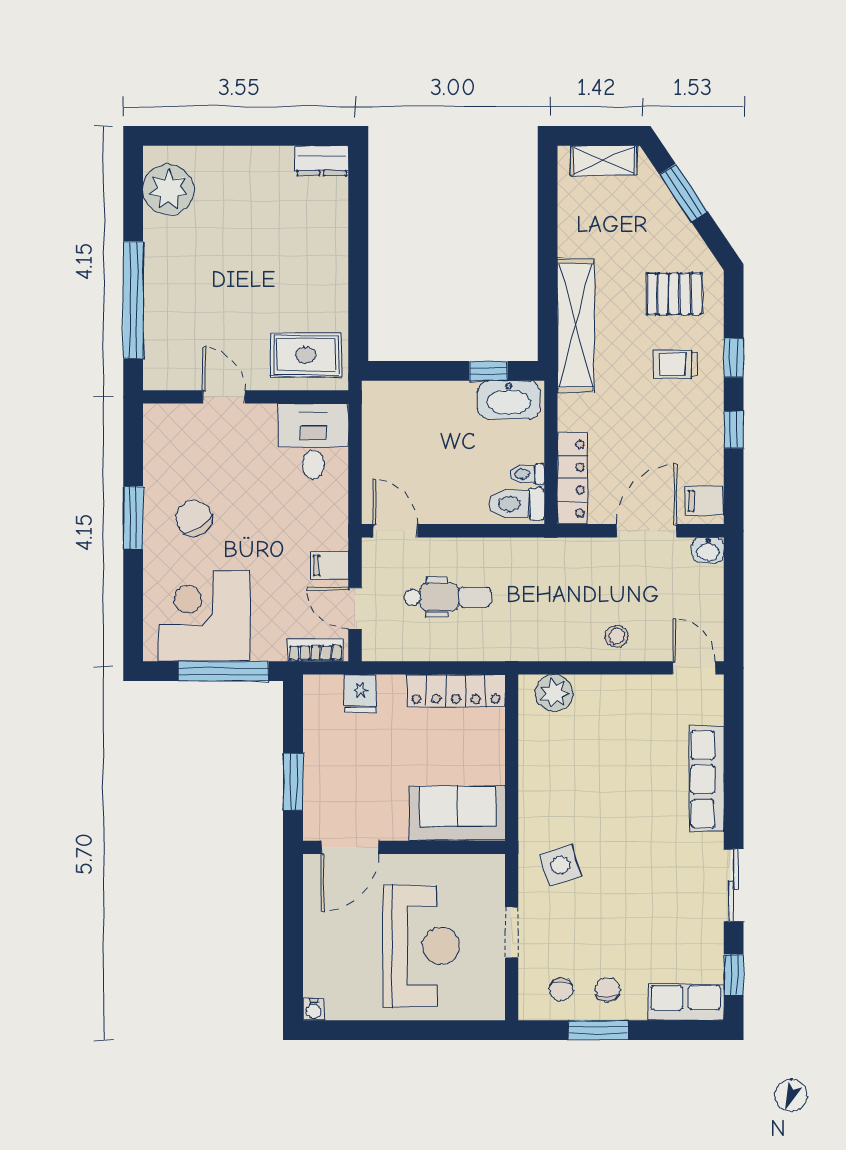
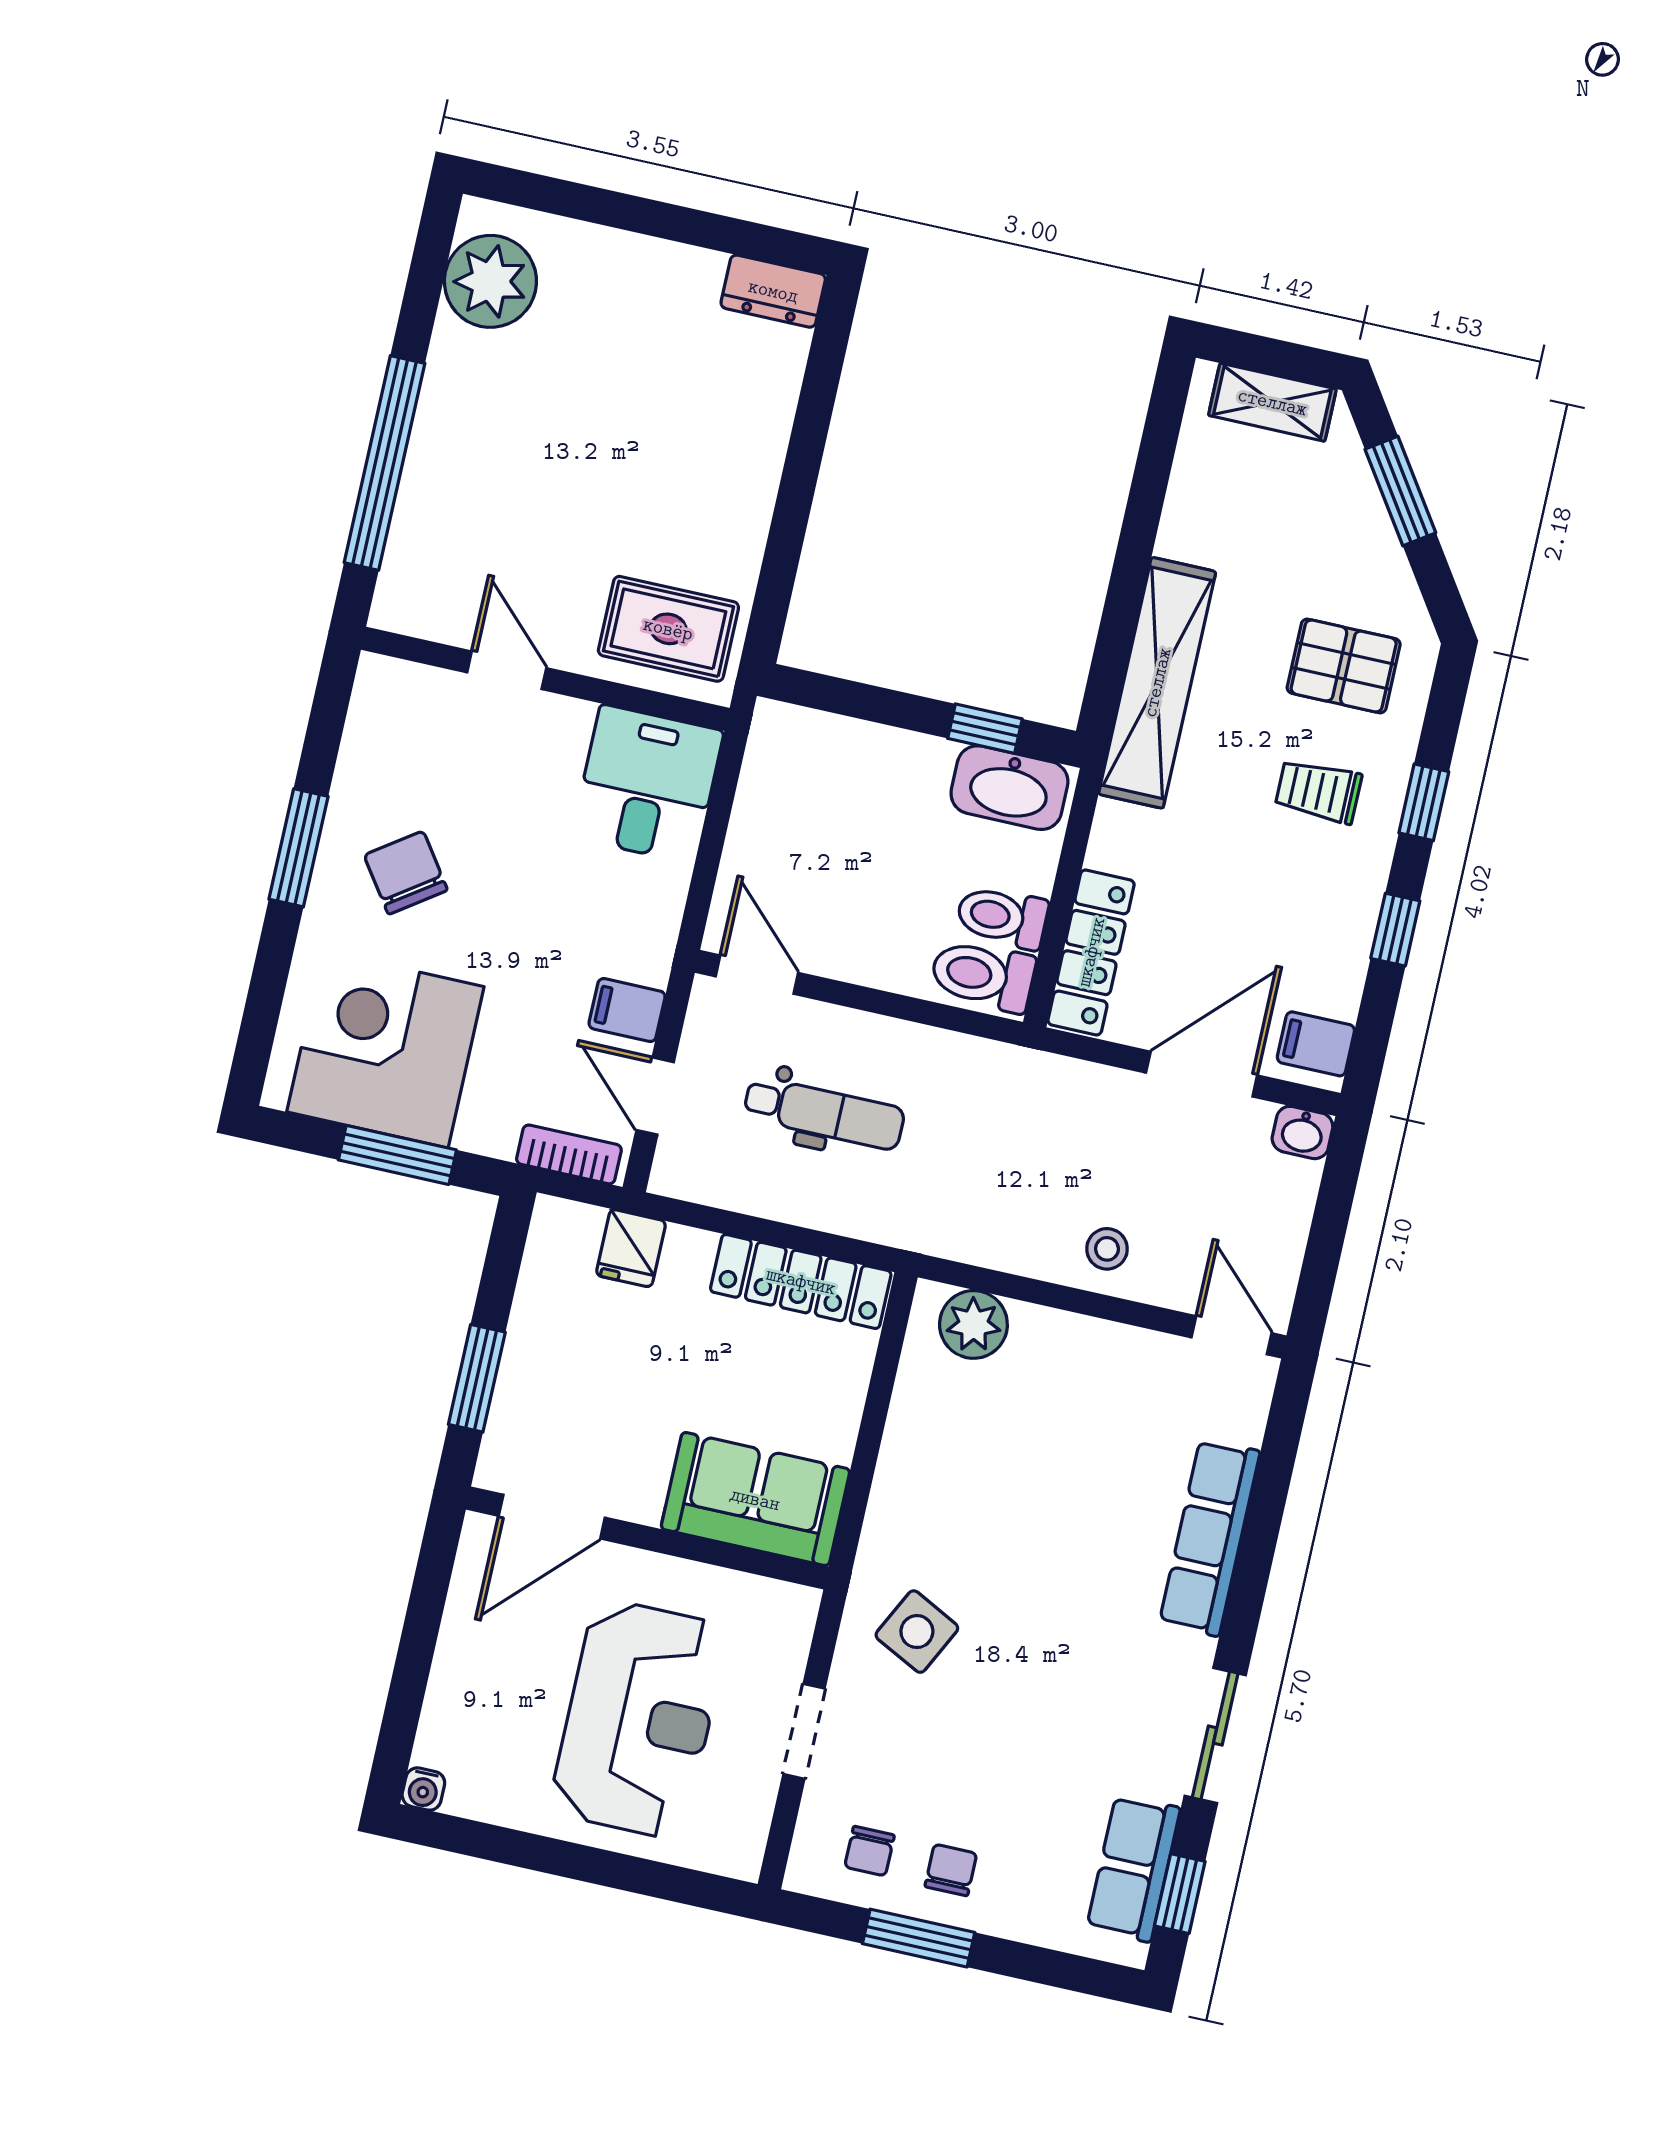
toilet: (527, 474) -> (1002, 917), width x1.37, depth x1.39
window: (223, 671) -> (397, 1155), width x0.69
side table: (560, 865) -> (917, 1632), turned 45
row of seats: (686, 1002) -> (1133, 1868), moved, turned -90

